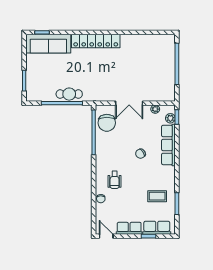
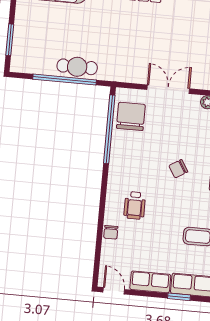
double door: (129, 103) -> (168, 89), swing flipped
chair: (107, 123) -> (131, 116), turned 180

